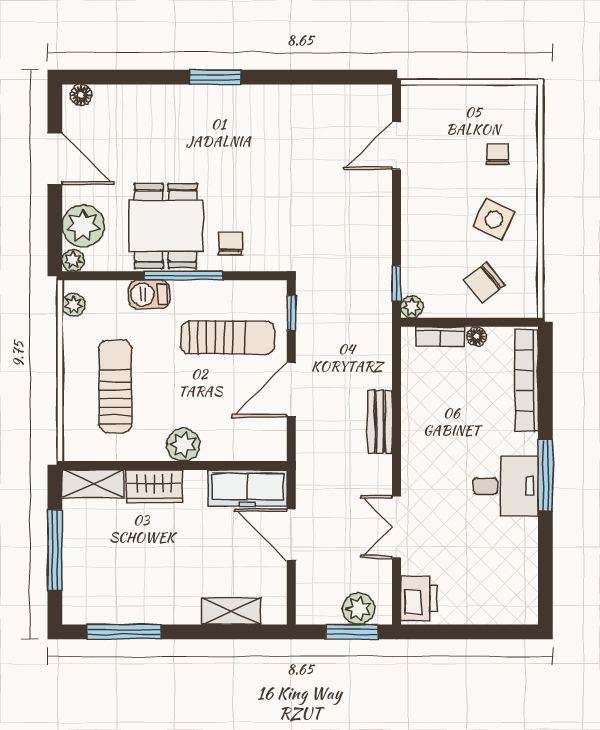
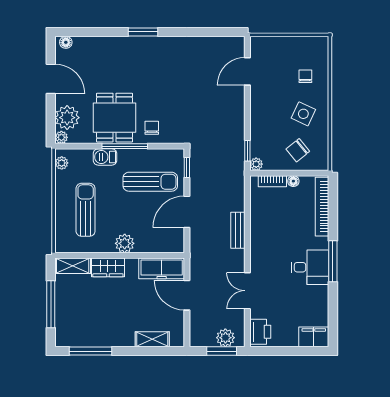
filing cabinet: (512, 607) -> (314, 337), added

